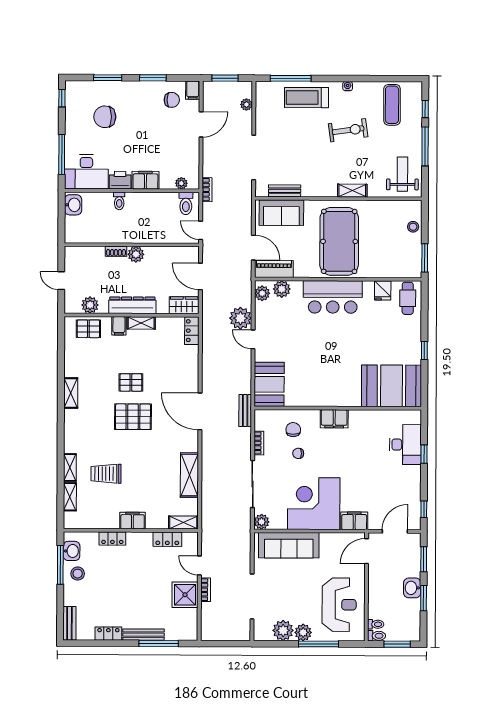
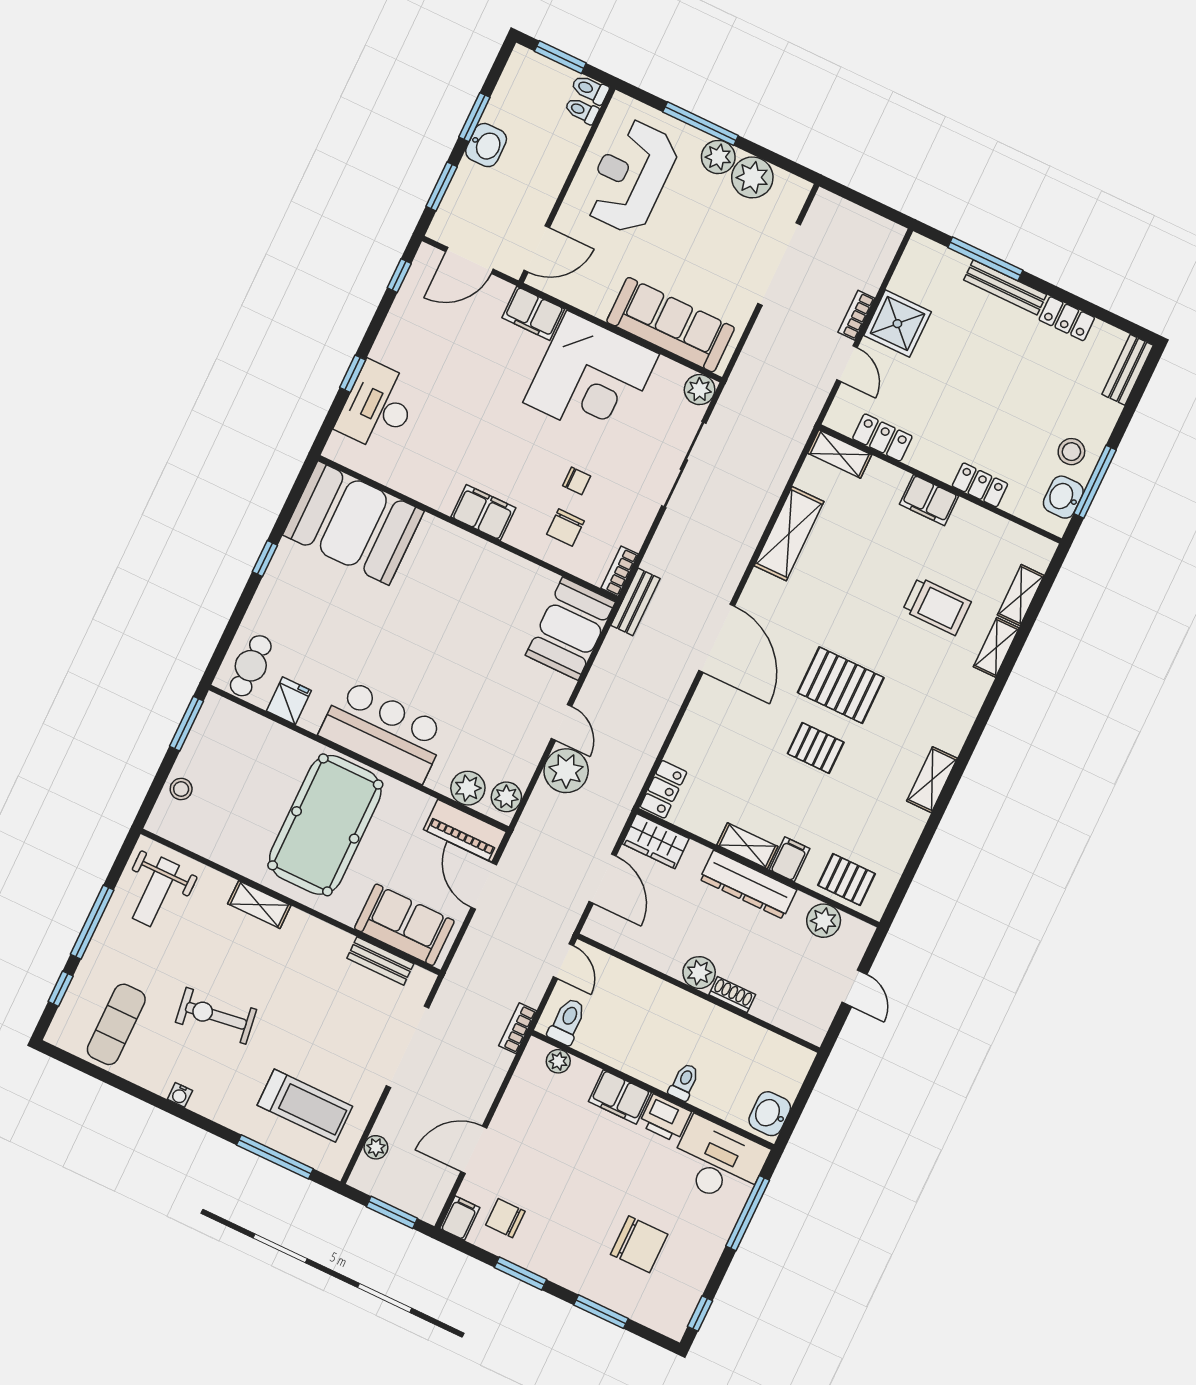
treadmill: (307, 98) -> (305, 1106), moved
bookcase: (259, 443) -> (620, 571), moved

